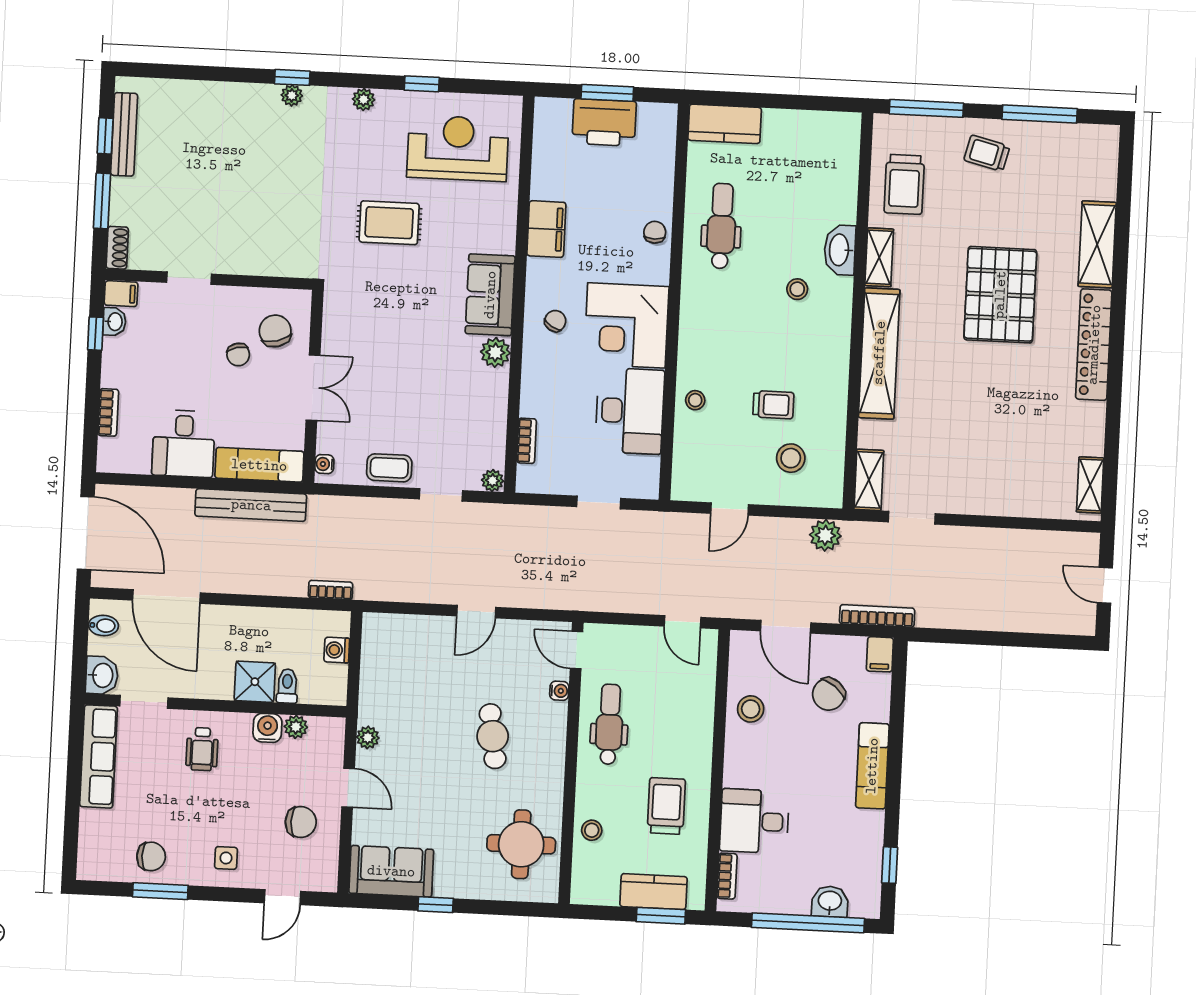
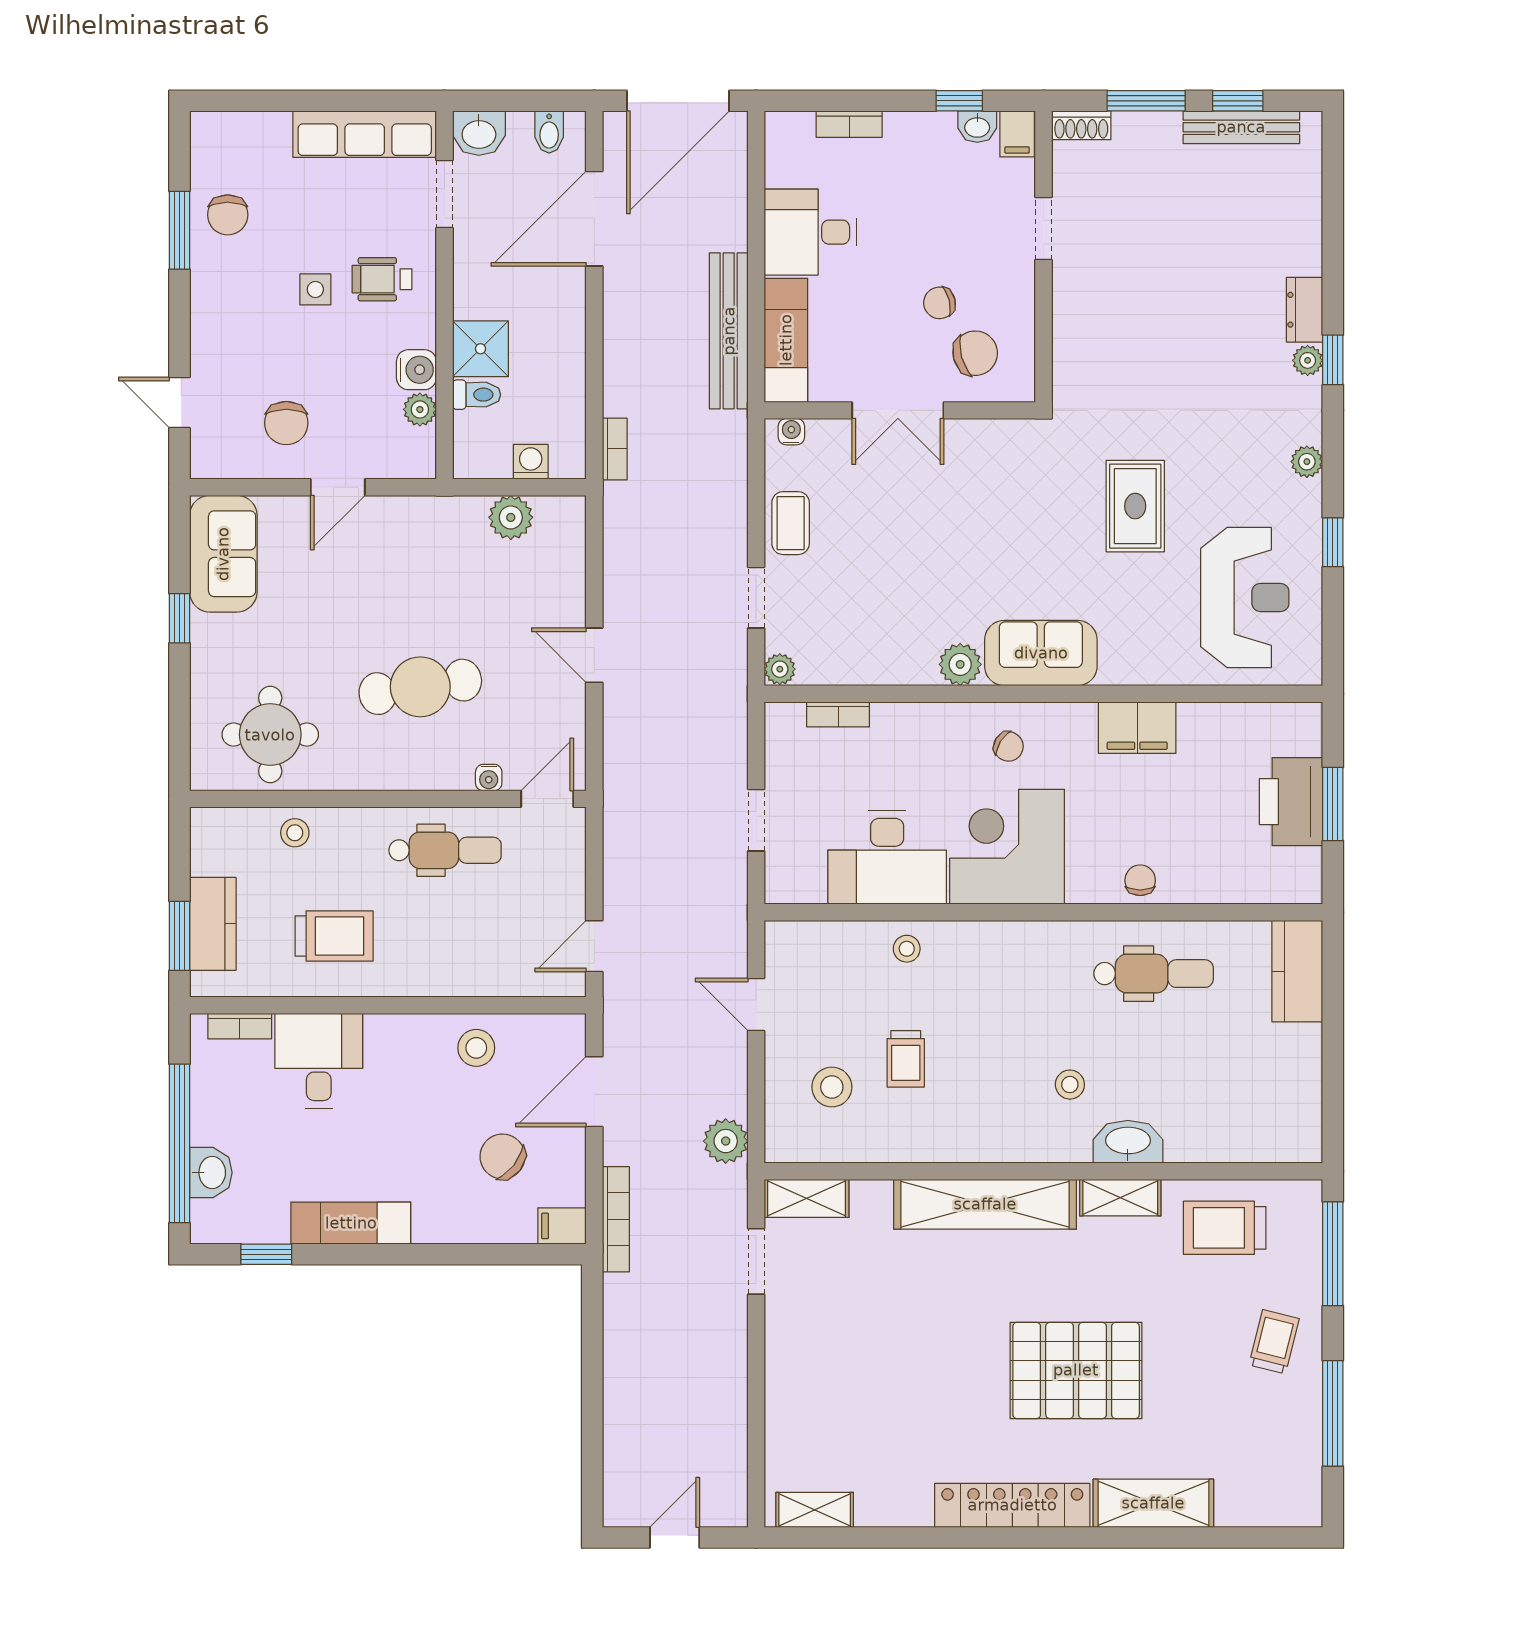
dresser: (256, 96) -> (1305, 310), added
chair: (655, 232) -> (1140, 880), turned -90
cafe table: (493, 736) -> (420, 687), width x1.37, depth x1.35
plant: (368, 737) -> (511, 517), moved, width x1.38, depth x1.38
exam couch: (872, 766) -> (351, 1223), moved
side table: (226, 858) -> (315, 289), moved

